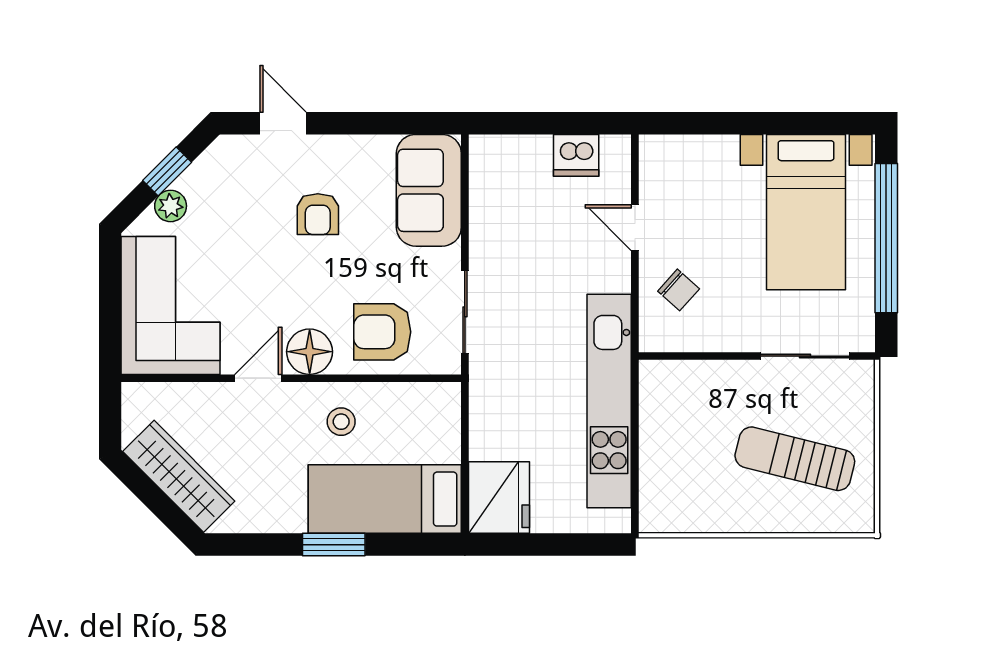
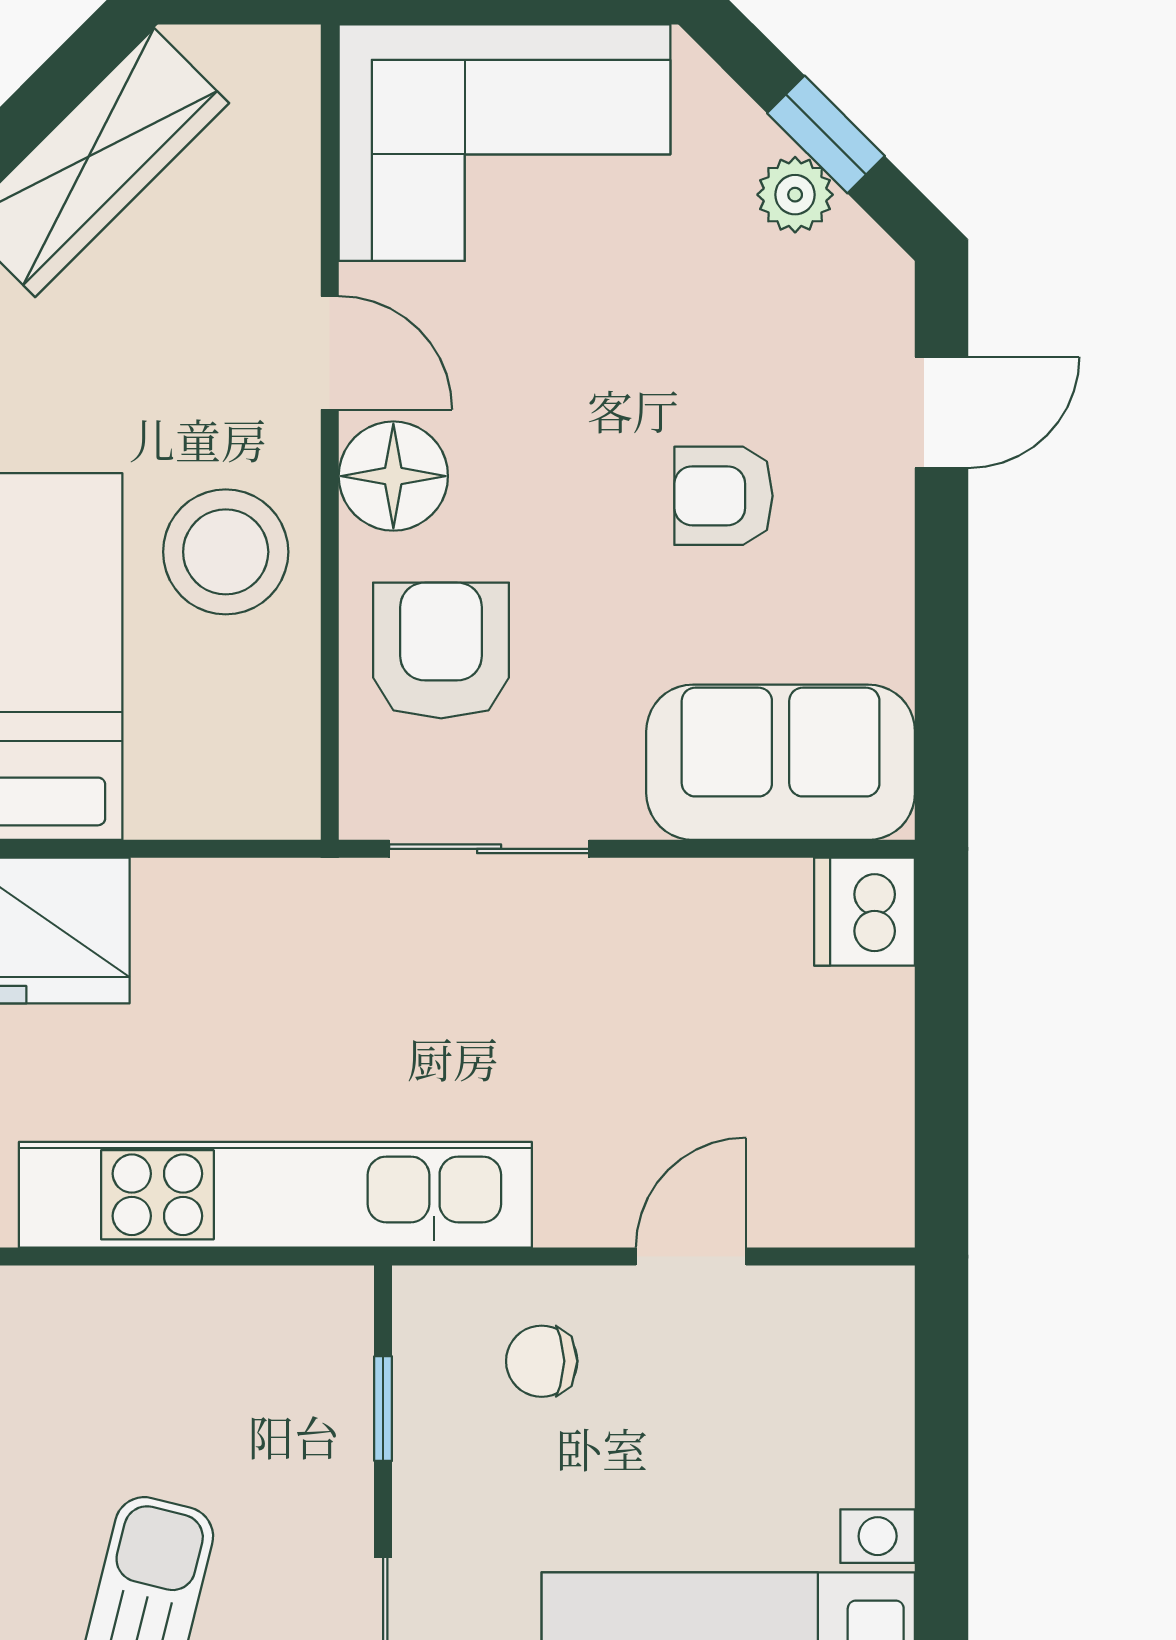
dishwasher: (576, 155) -> (865, 912), moved
plant: (171, 206) -> (795, 195), moved
chair: (679, 290) -> (542, 1361), turned 48
window: (698, 356) -> (383, 1409), added
stool: (341, 422) -> (226, 552), width x1.89, depth x1.89

